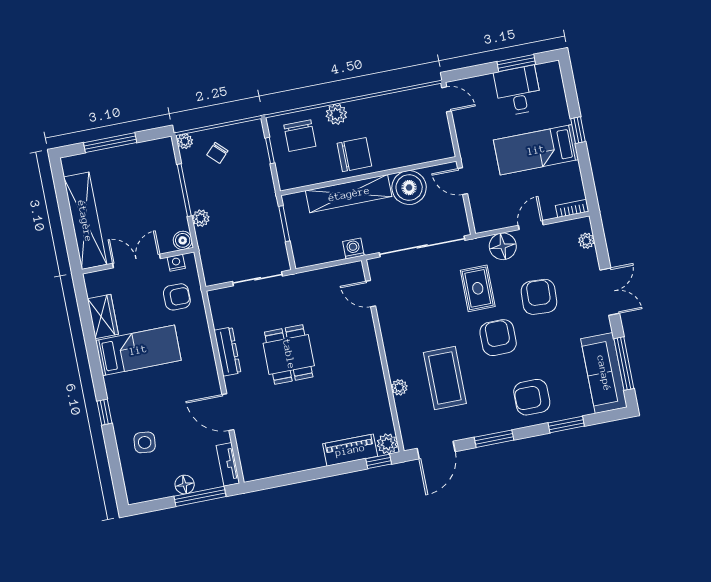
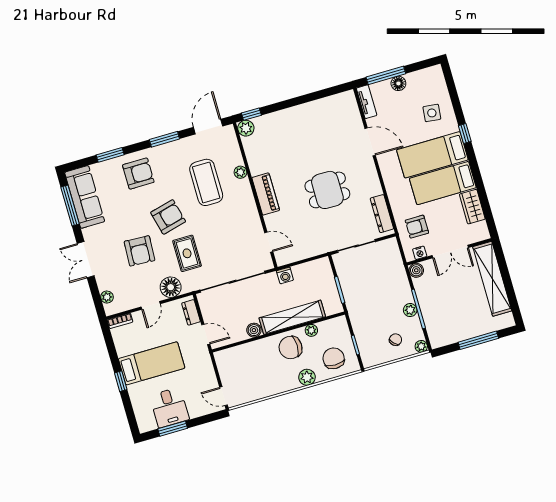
plant: (325, 174) -> (311, 330), added
boiler: (409, 188) -> (254, 330), width x0.54, depth x0.54
dresser: (479, 211) -> (191, 312), added
plant: (201, 218) -> (410, 310), moved
armchair: (498, 338) -> (168, 217), turned -104
dresser: (227, 352) -> (382, 214), moved
dining table: (289, 354) -> (327, 190), turned 90
bed: (149, 388) -> (432, 155), added
piano: (350, 450) -> (266, 194), moved, turned -90

